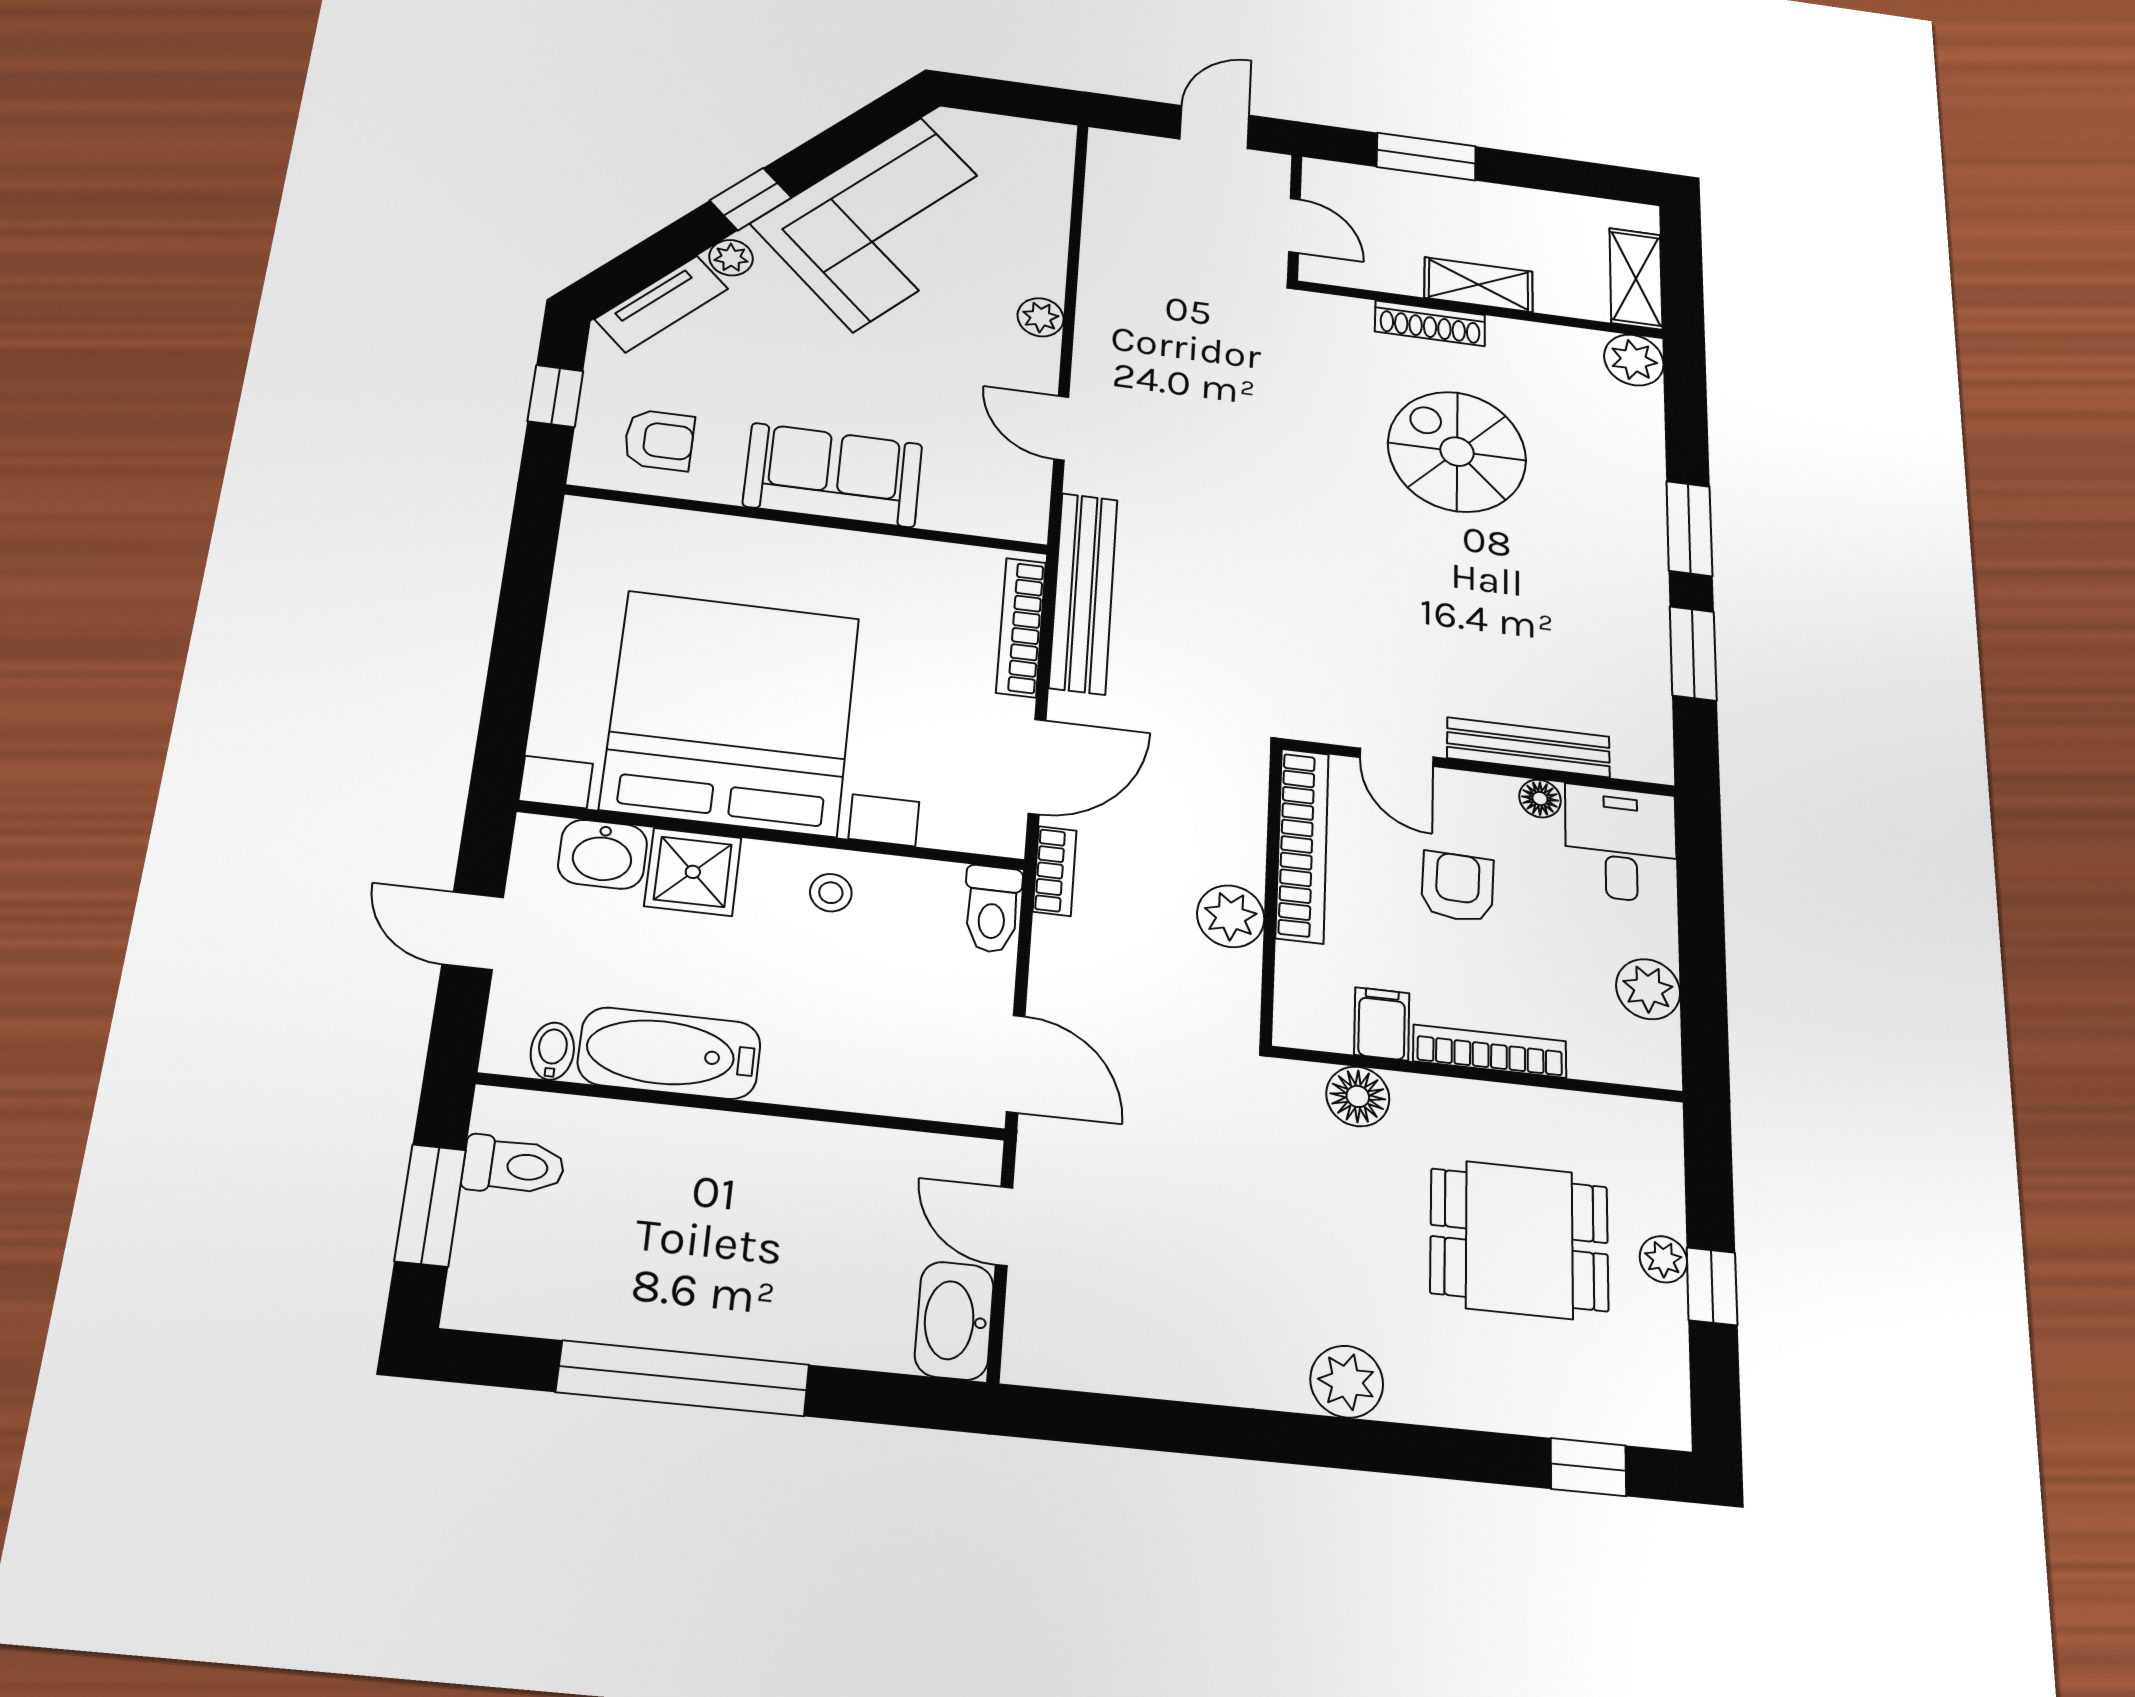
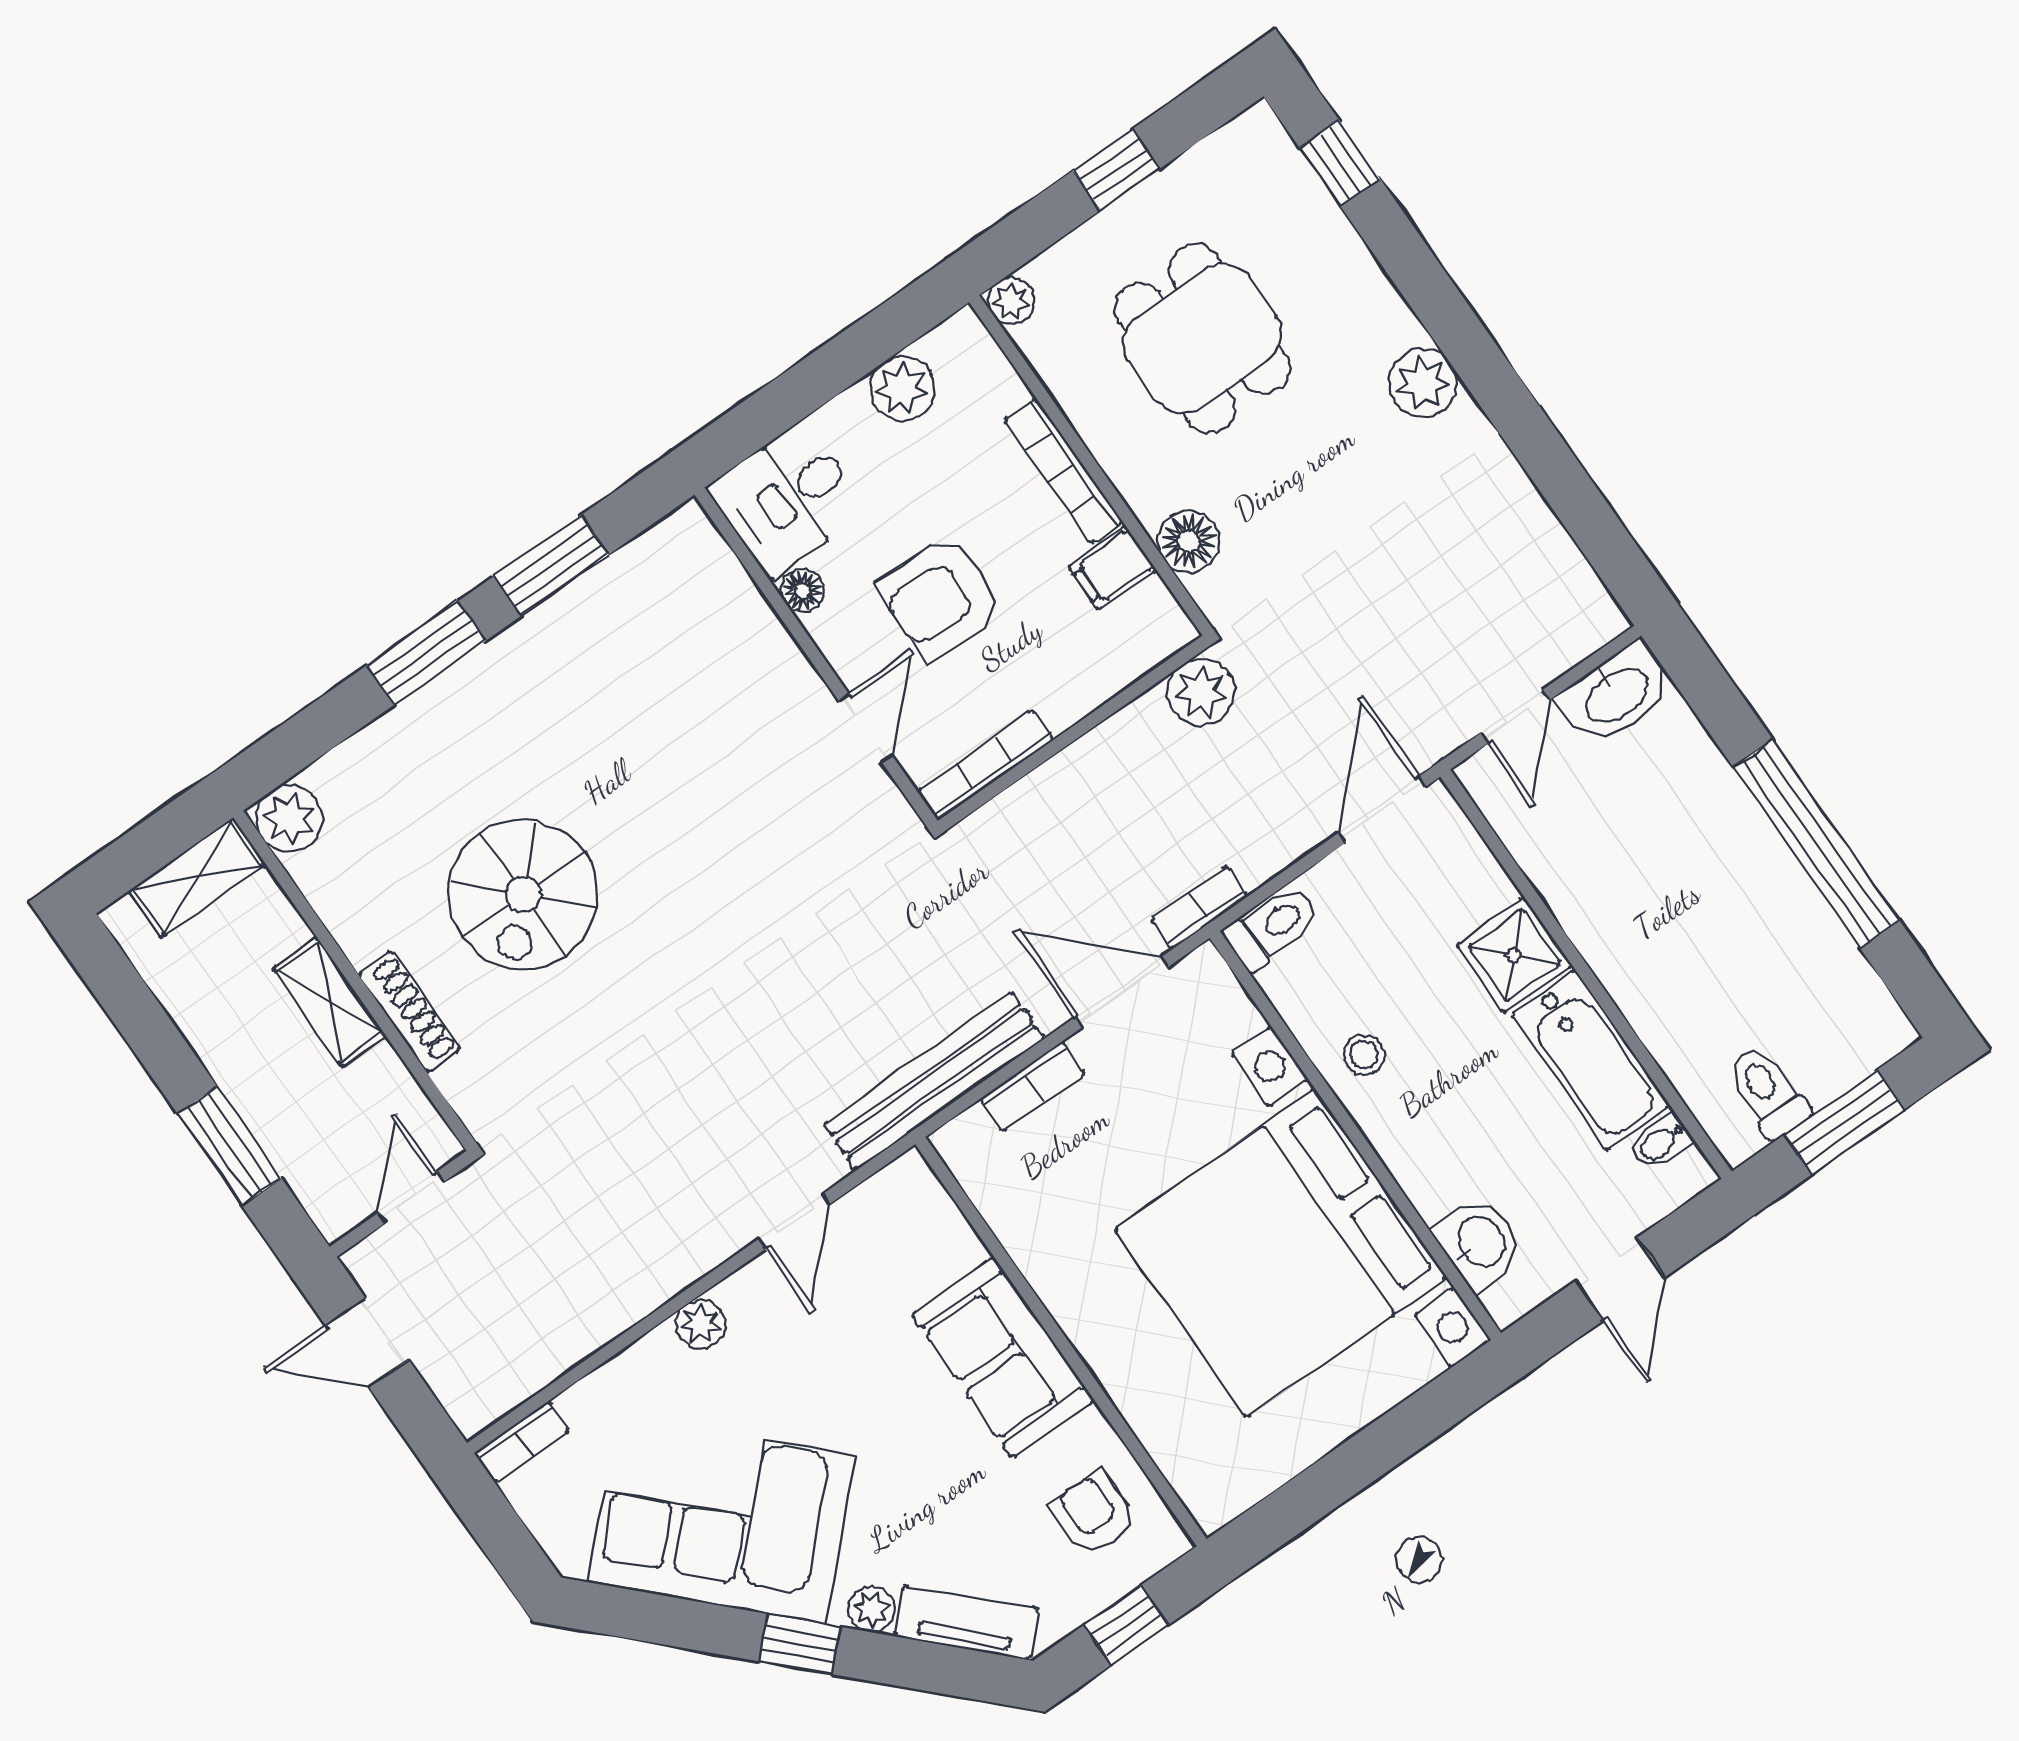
bookcase: (1059, 157) -> (522, 1442), added
bookcase: (1021, 627) -> (1033, 1086), width x0.64
bench: (1528, 747) -> (763, 633), removed
bookcase: (1302, 845) -> (986, 765), width x0.68, depth x0.76
shower: (693, 872) -> (1514, 955), moved
armchair: (1457, 887) -> (941, 597), width x1.38, depth x1.38
plant: (1231, 916) -> (1201, 692), moved
plant: (1663, 1259) -> (1011, 301), moved

